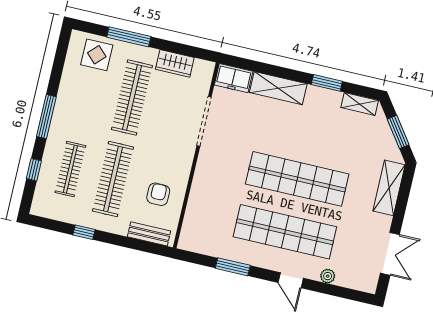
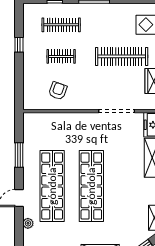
clothes rail: (113, 179) -> (61, 56), width x0.54, depth x0.76
armchair: (158, 194) -> (58, 91), turned -70
bench: (149, 234) -> (28, 91), removed

